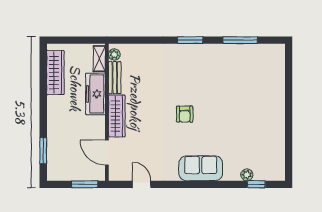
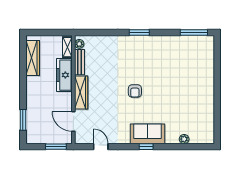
window: (240, 40) -> (194, 33), moved
window: (256, 184) -> (146, 147), moved

